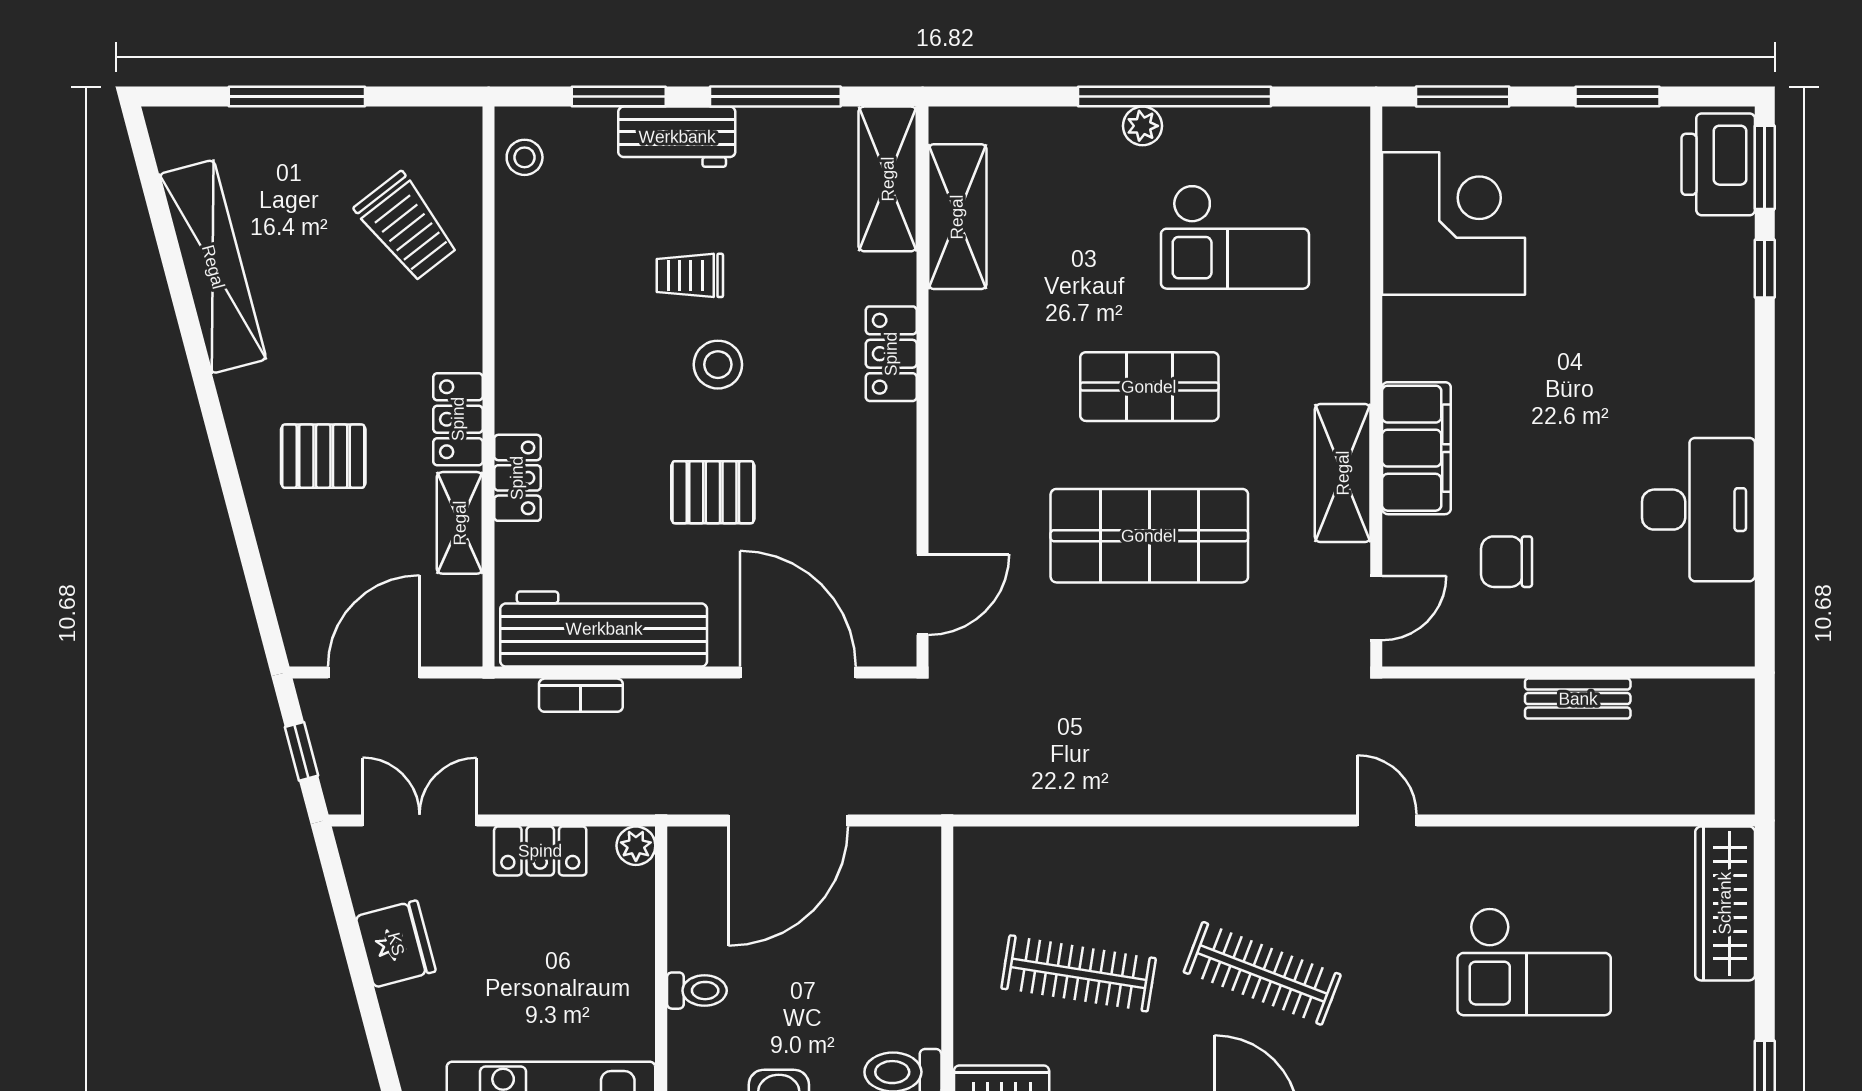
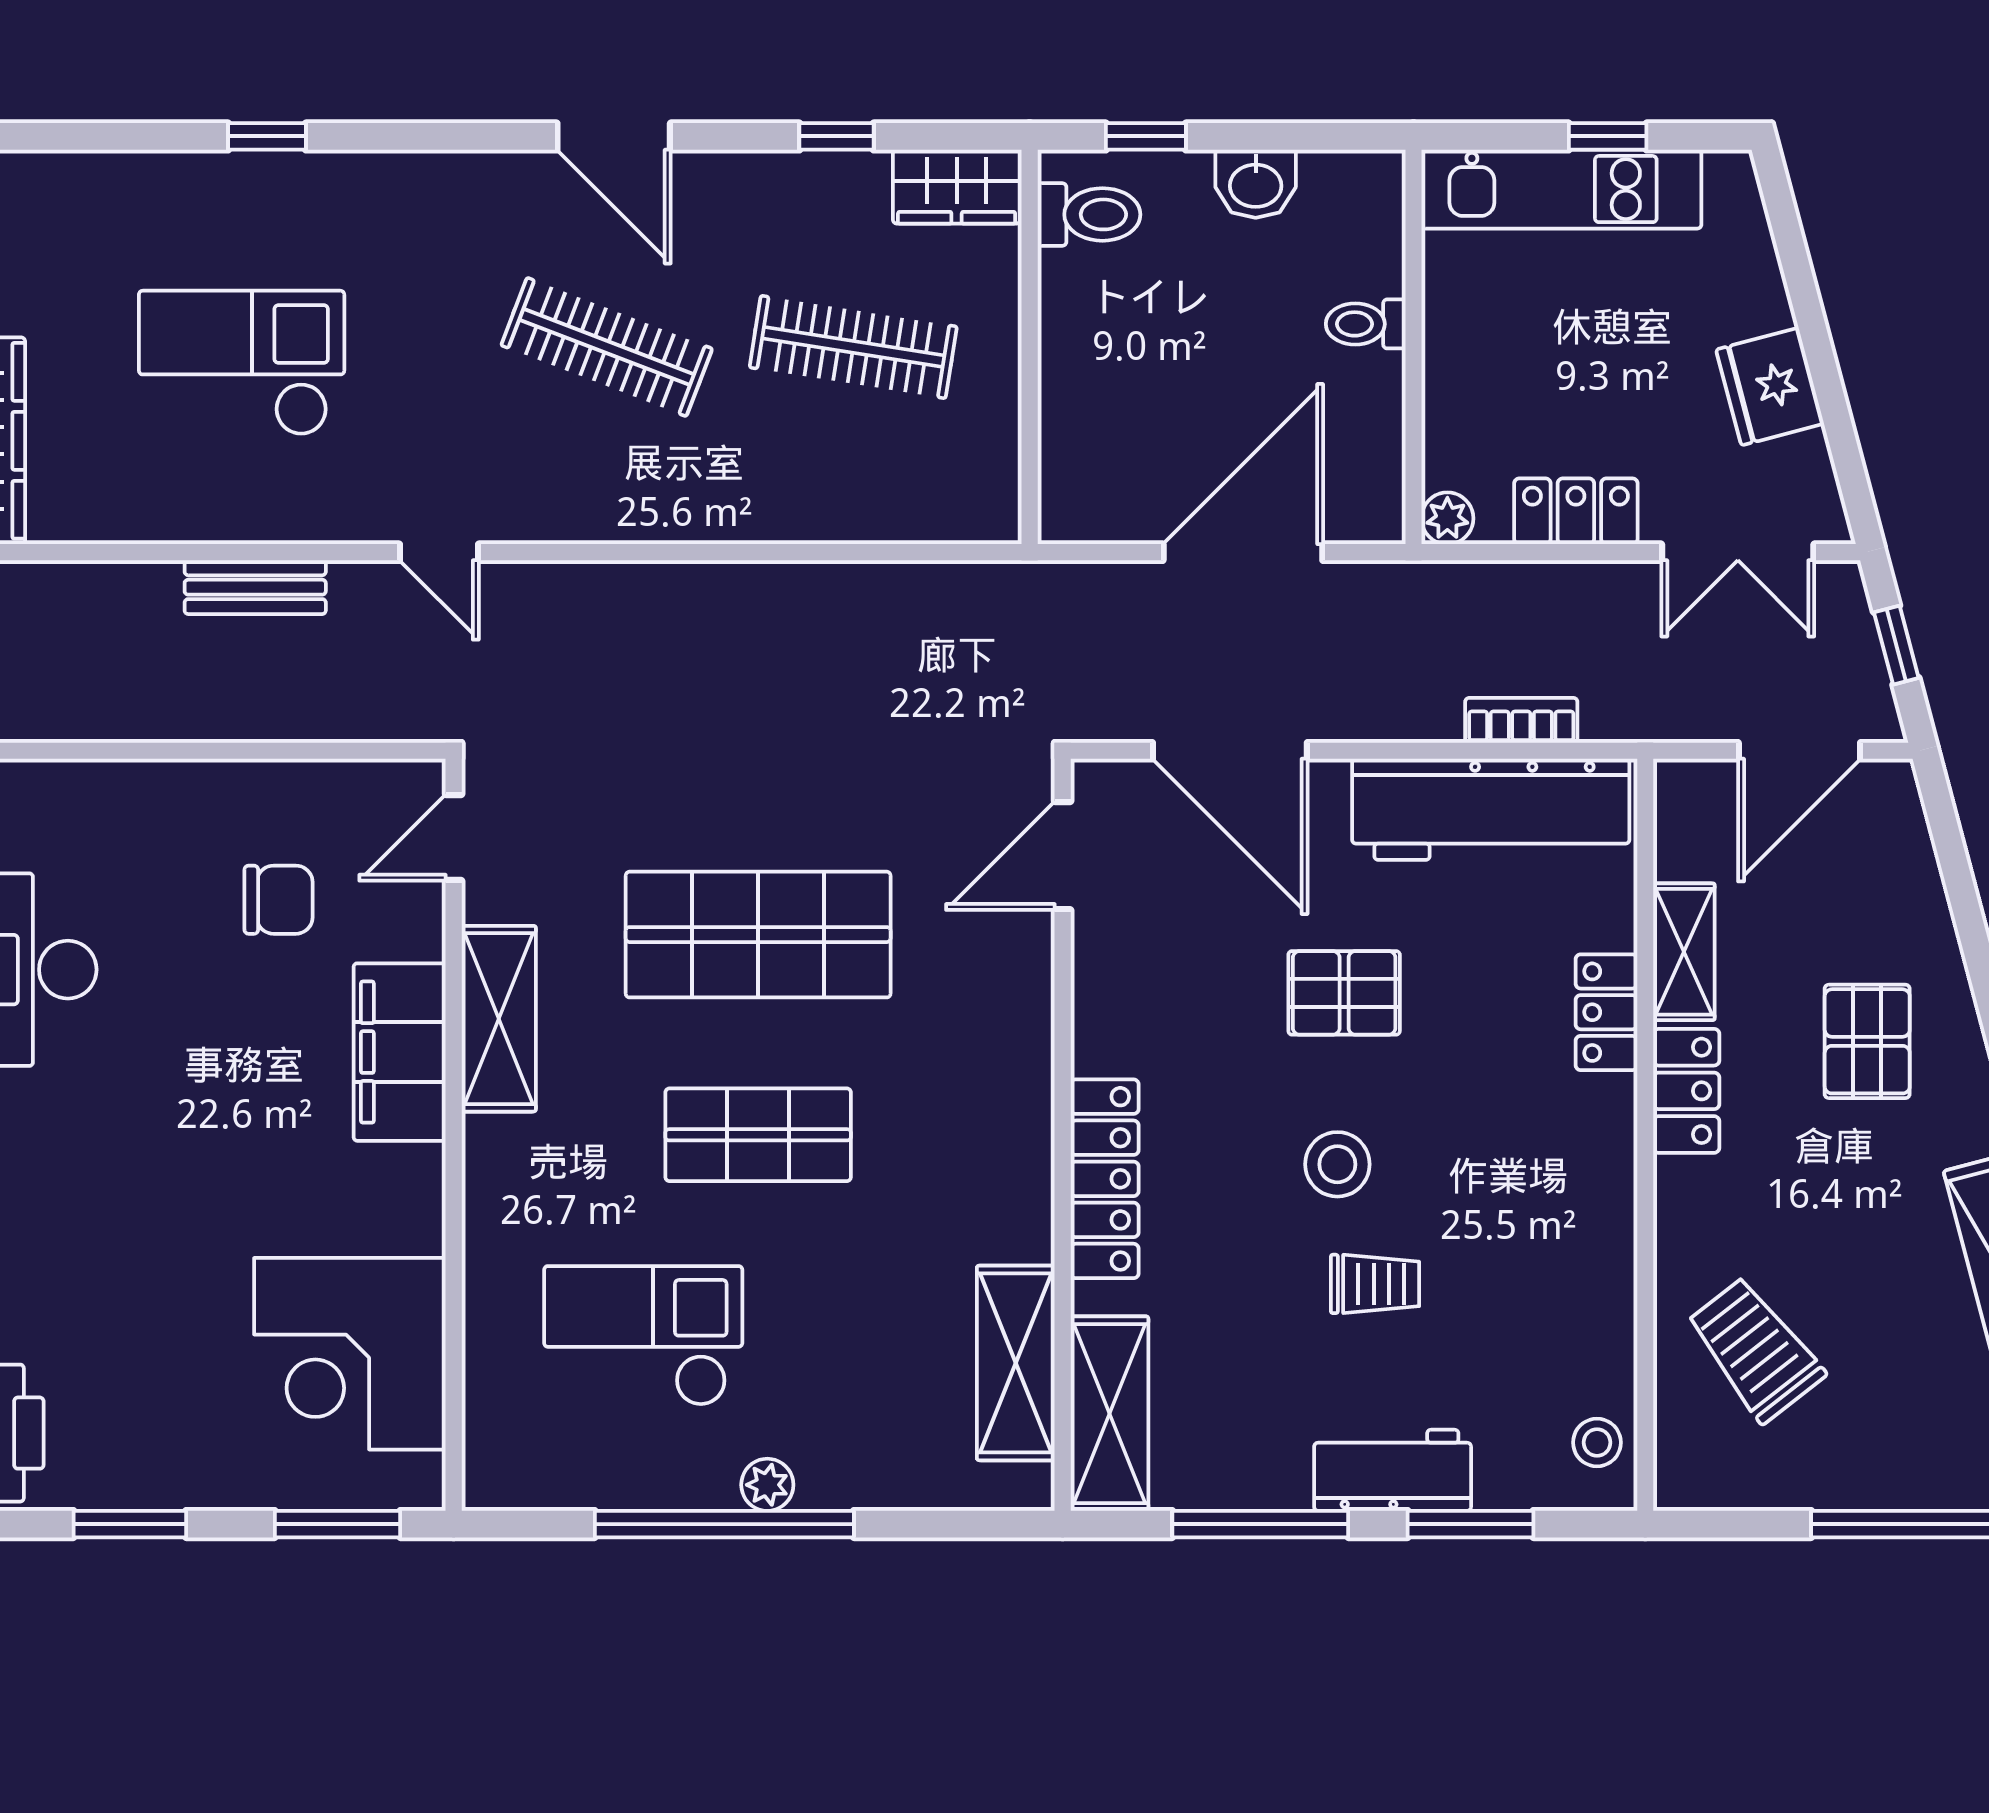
locker: (891, 354) -> (1105, 1179), width x1.53
pallet: (323, 456) -> (1867, 1041), turned 90
bench: (1578, 699) -> (255, 587), moved

